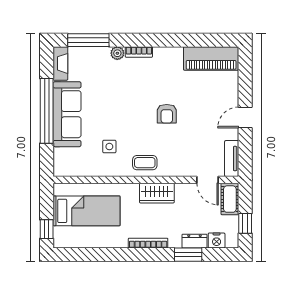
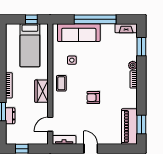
window: (88, 40) -> (141, 47), width x0.69
window: (208, 40) -> (141, 124), added
sofa: (67, 114) -> (79, 33), moved
cot: (230, 199) -> (38, 139), removed
window: (47, 229) -> (31, 19), moved
nightstand: (217, 240) -> (11, 130), removed

